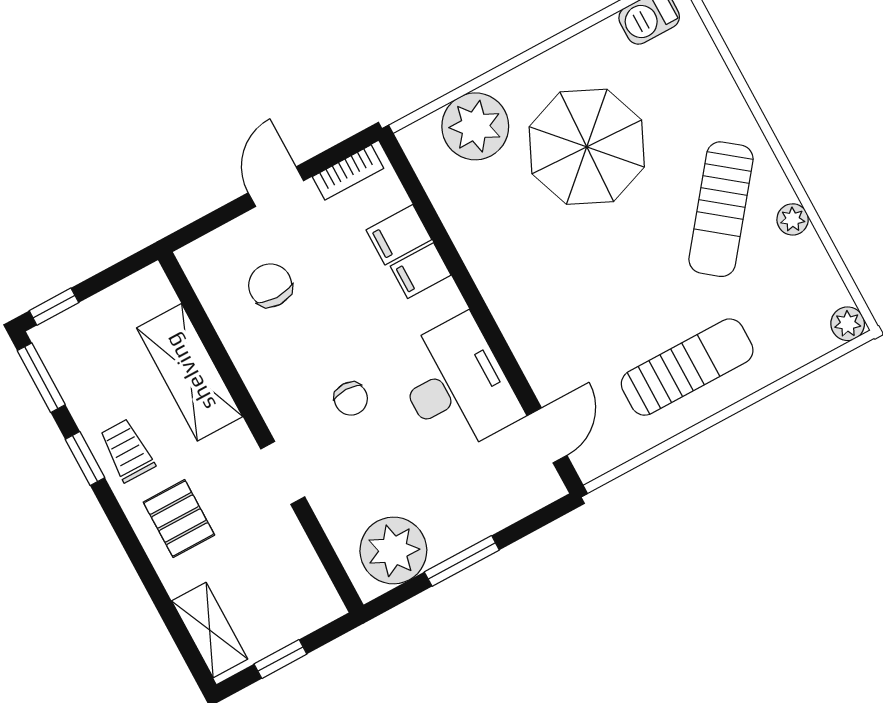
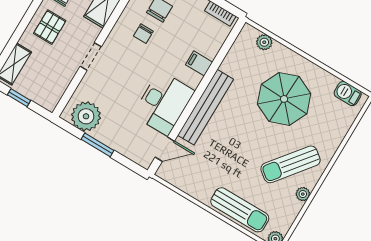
plant: (475, 126) -> (264, 42), width x0.53, depth x0.53
filing cabinet: (399, 235) -> (208, 47), removed
bench: (513, 308) -> (205, 107), added
sun lounger: (687, 367) -> (240, 210), moved
chair: (351, 399) -> (143, 34), moved

